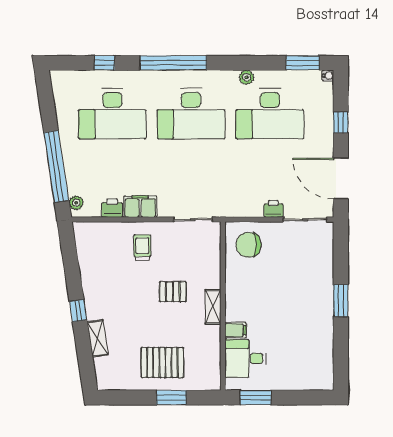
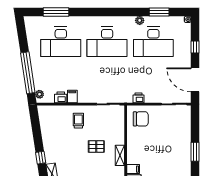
window: (104, 63) -> (56, 12), width x2.17
window: (173, 63) -> (97, 12), removed
window: (303, 63) -> (159, 12), moved
filing cabinet: (140, 207) -> (72, 96), width x0.50
printer: (273, 209) -> (138, 98), moved
chair: (248, 245) -> (141, 119), turned 180

